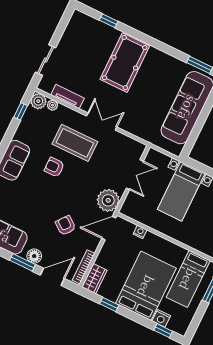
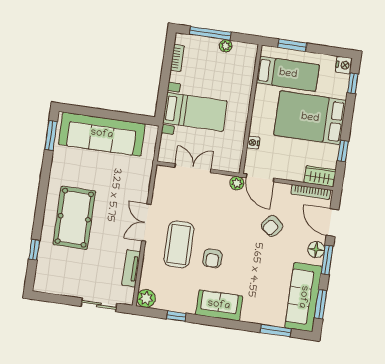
pool table: (125, 63) -> (74, 218), turned 90
plant: (52, 105) -> (146, 282), removed
window: (21, 111) -> (176, 316), moved
plant: (108, 200) -> (237, 183), width x0.53, depth x0.53
nightstand: (161, 318) -> (344, 65), moved

